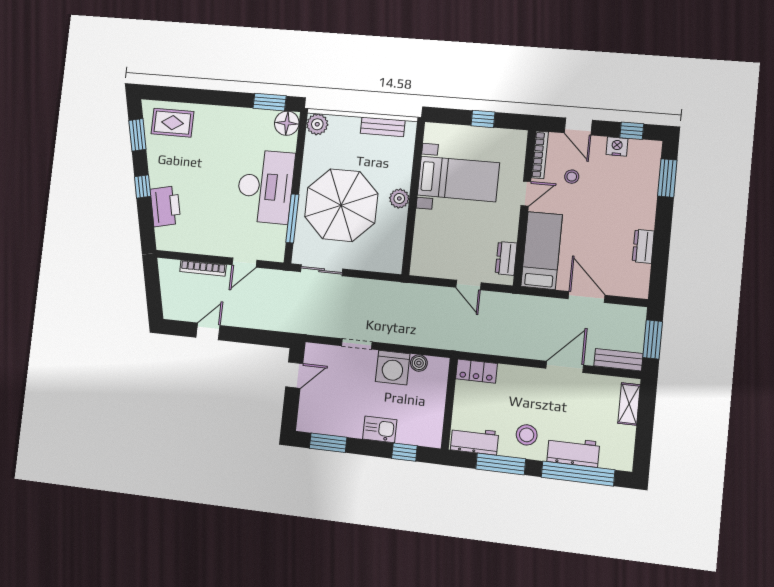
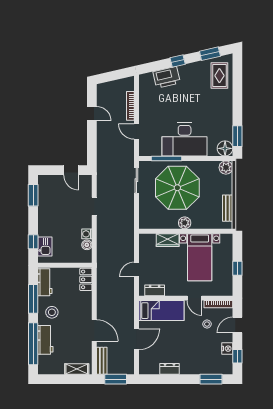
wardrobe: (425, 229) -> (168, 240), added
washing machine: (393, 368) -> (87, 234), width x0.53, depth x0.53
kitchen sink: (380, 429) -> (45, 247), moved

